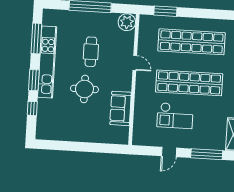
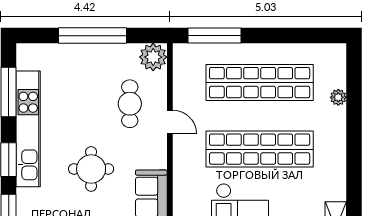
window: (165, 11) -> (214, 36), width x1.44
cafe table: (91, 52) -> (130, 104), moved

